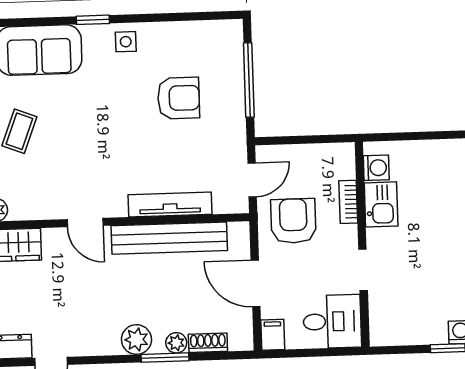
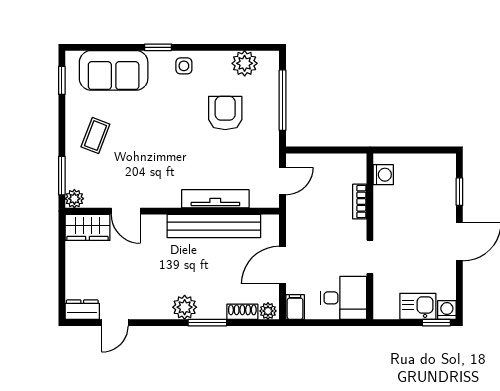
plant: (200, 36) -> (245, 63), added
armchair: (179, 98) -> (225, 113), turned -90
kitchen sink: (381, 204) -> (418, 306), moved, turned -90
armchair: (293, 221) -> (315, 215), removed
door: (85, 223) -> (126, 211), moved
door: (256, 283) -> (282, 265), hinge flipped
plant: (176, 343) -> (268, 311), moved

